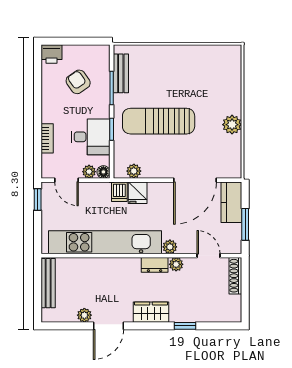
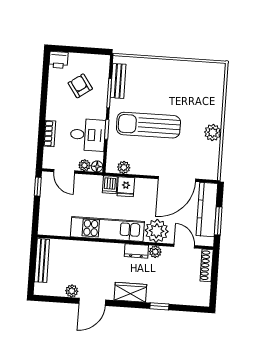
kitchen counter: (231, 202) -> (207, 210), width x1.50
kitchen unit: (105, 242) -> (107, 229), width x0.73
plant: (170, 247) -> (157, 231), width x1.88, depth x1.88

